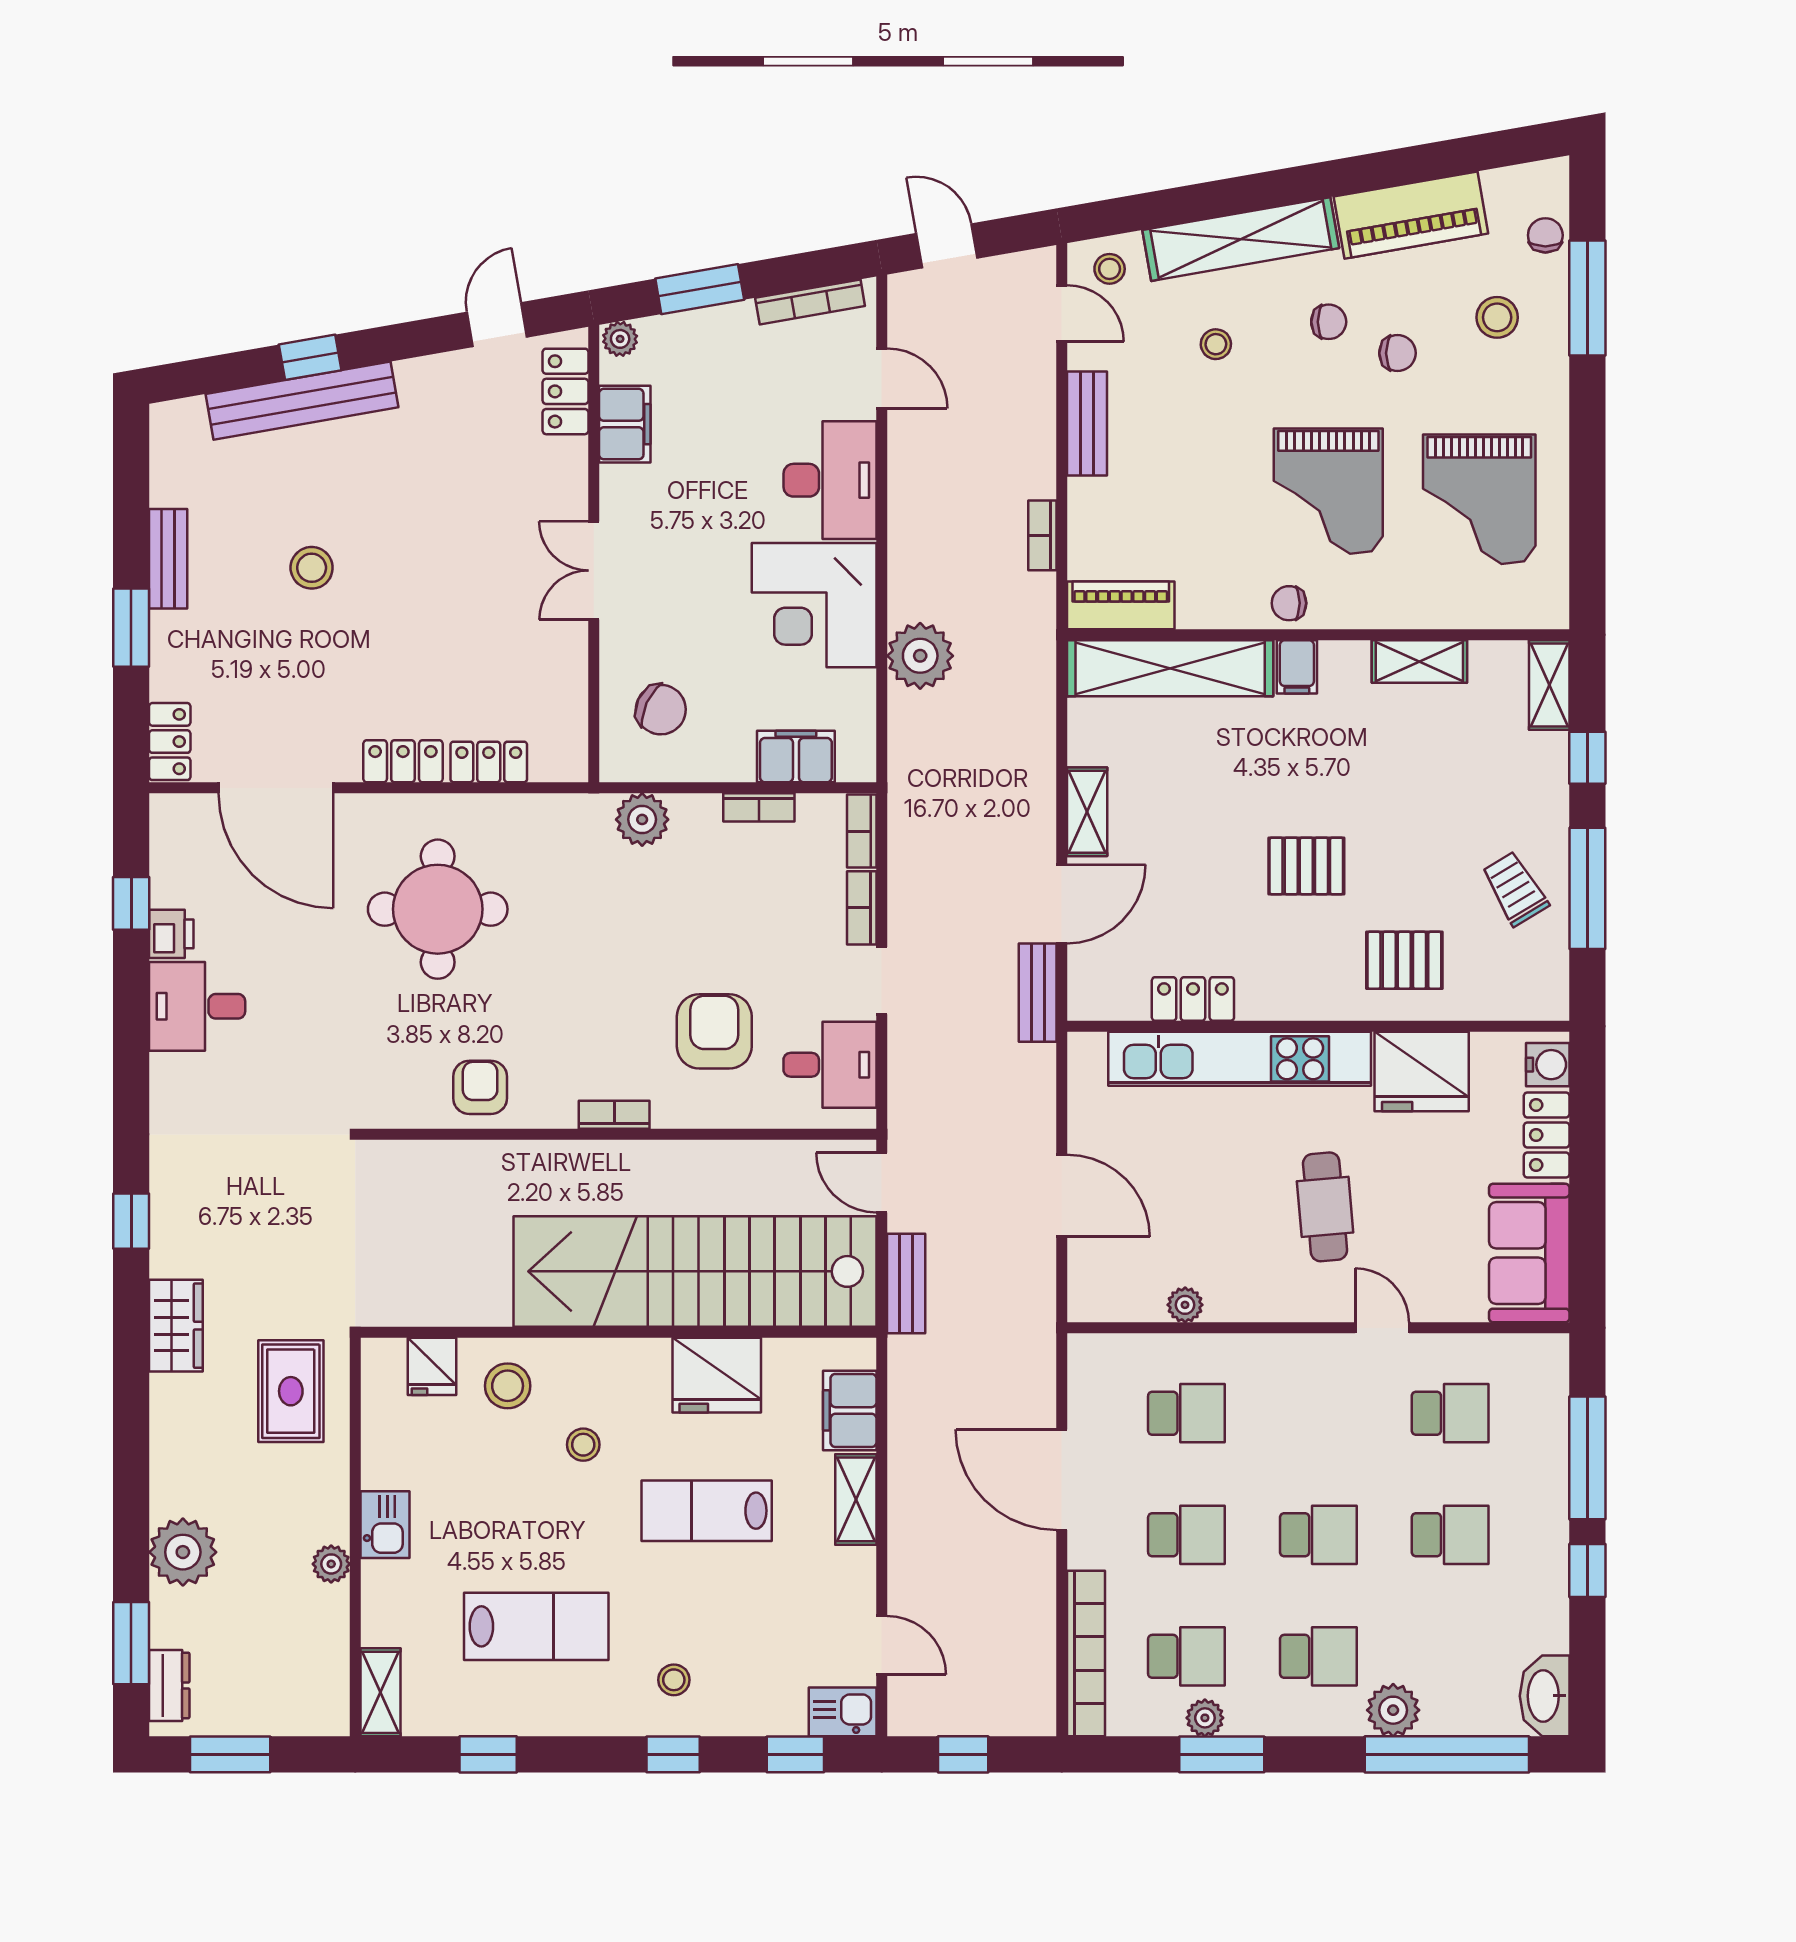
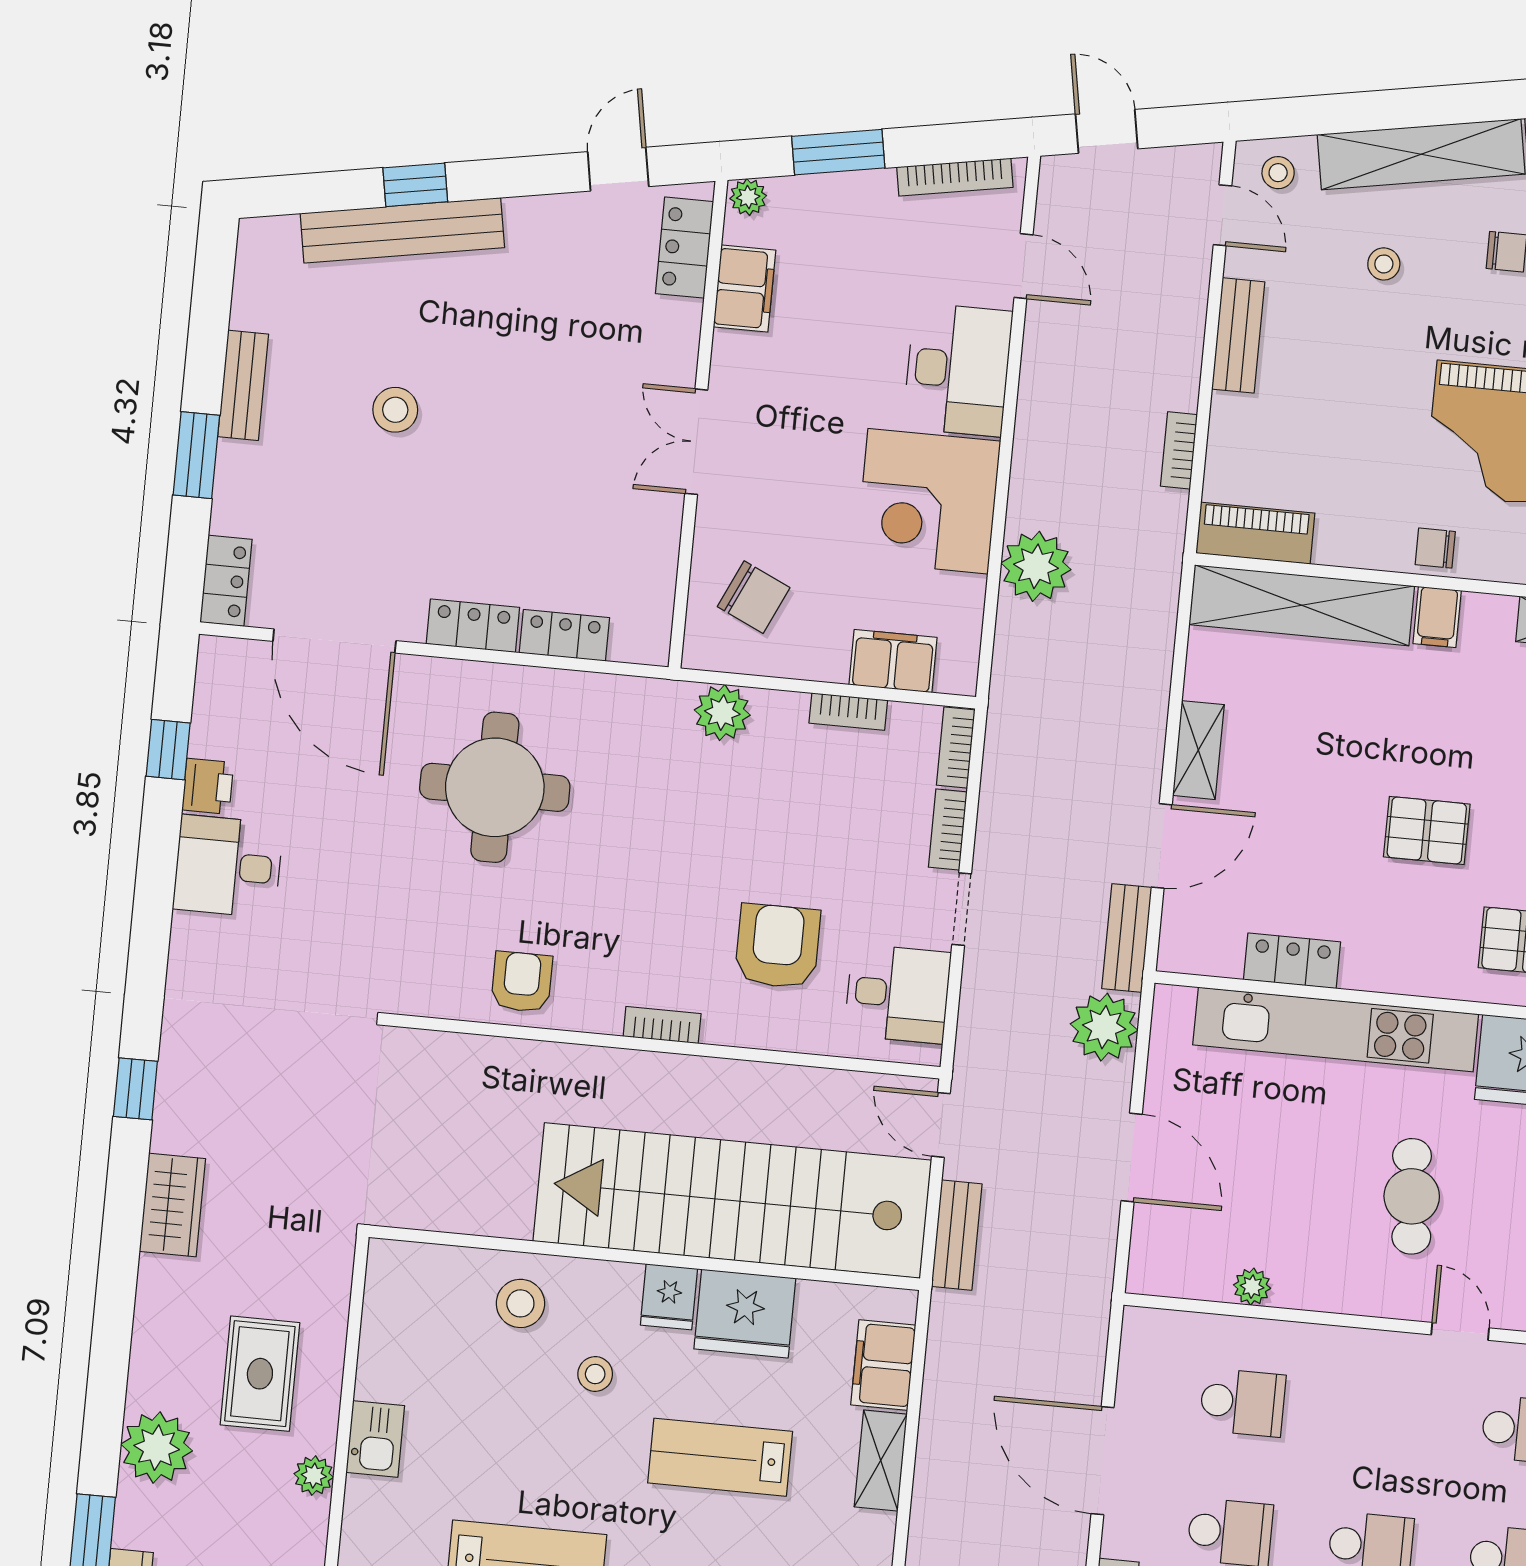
plant: (1024, 1077) -> (1104, 1027), added
fridge: (432, 1366) -> (669, 1297), moved
rug: (291, 1391) -> (260, 1374), moved

